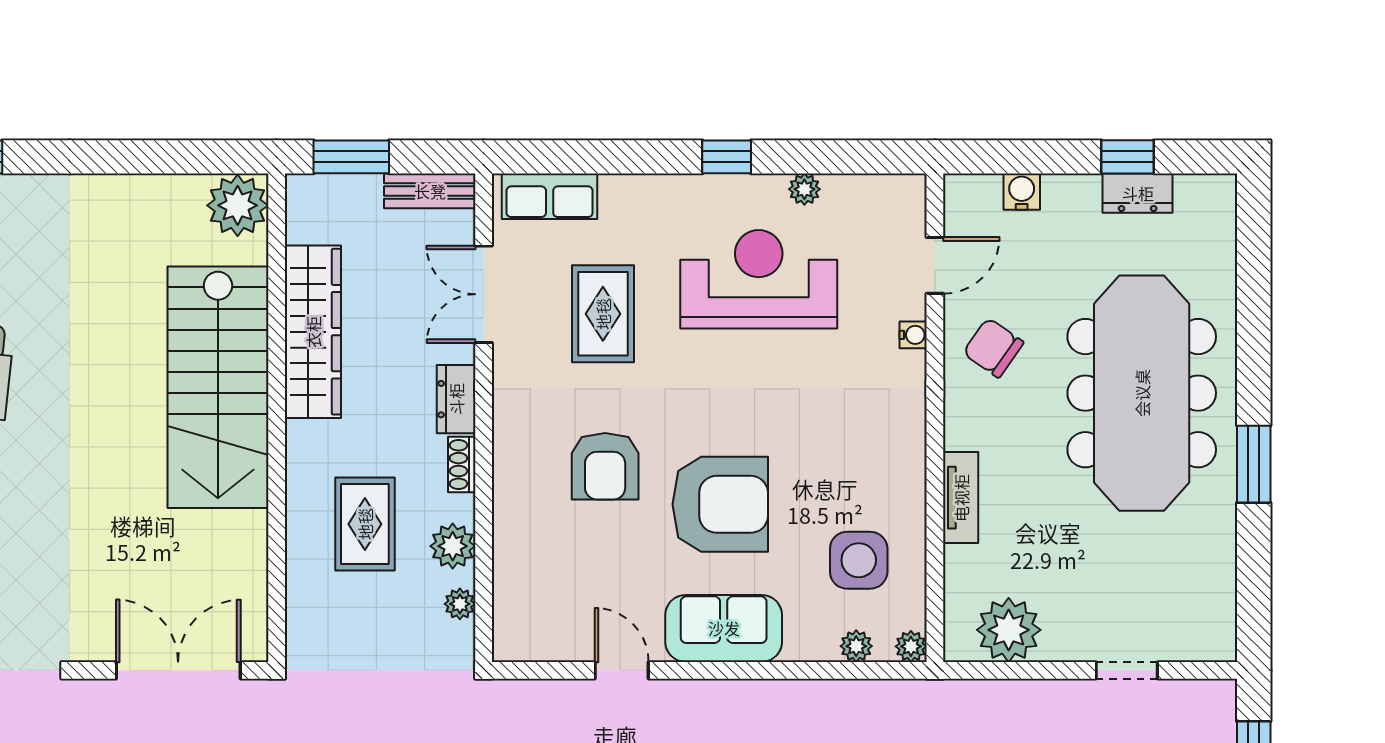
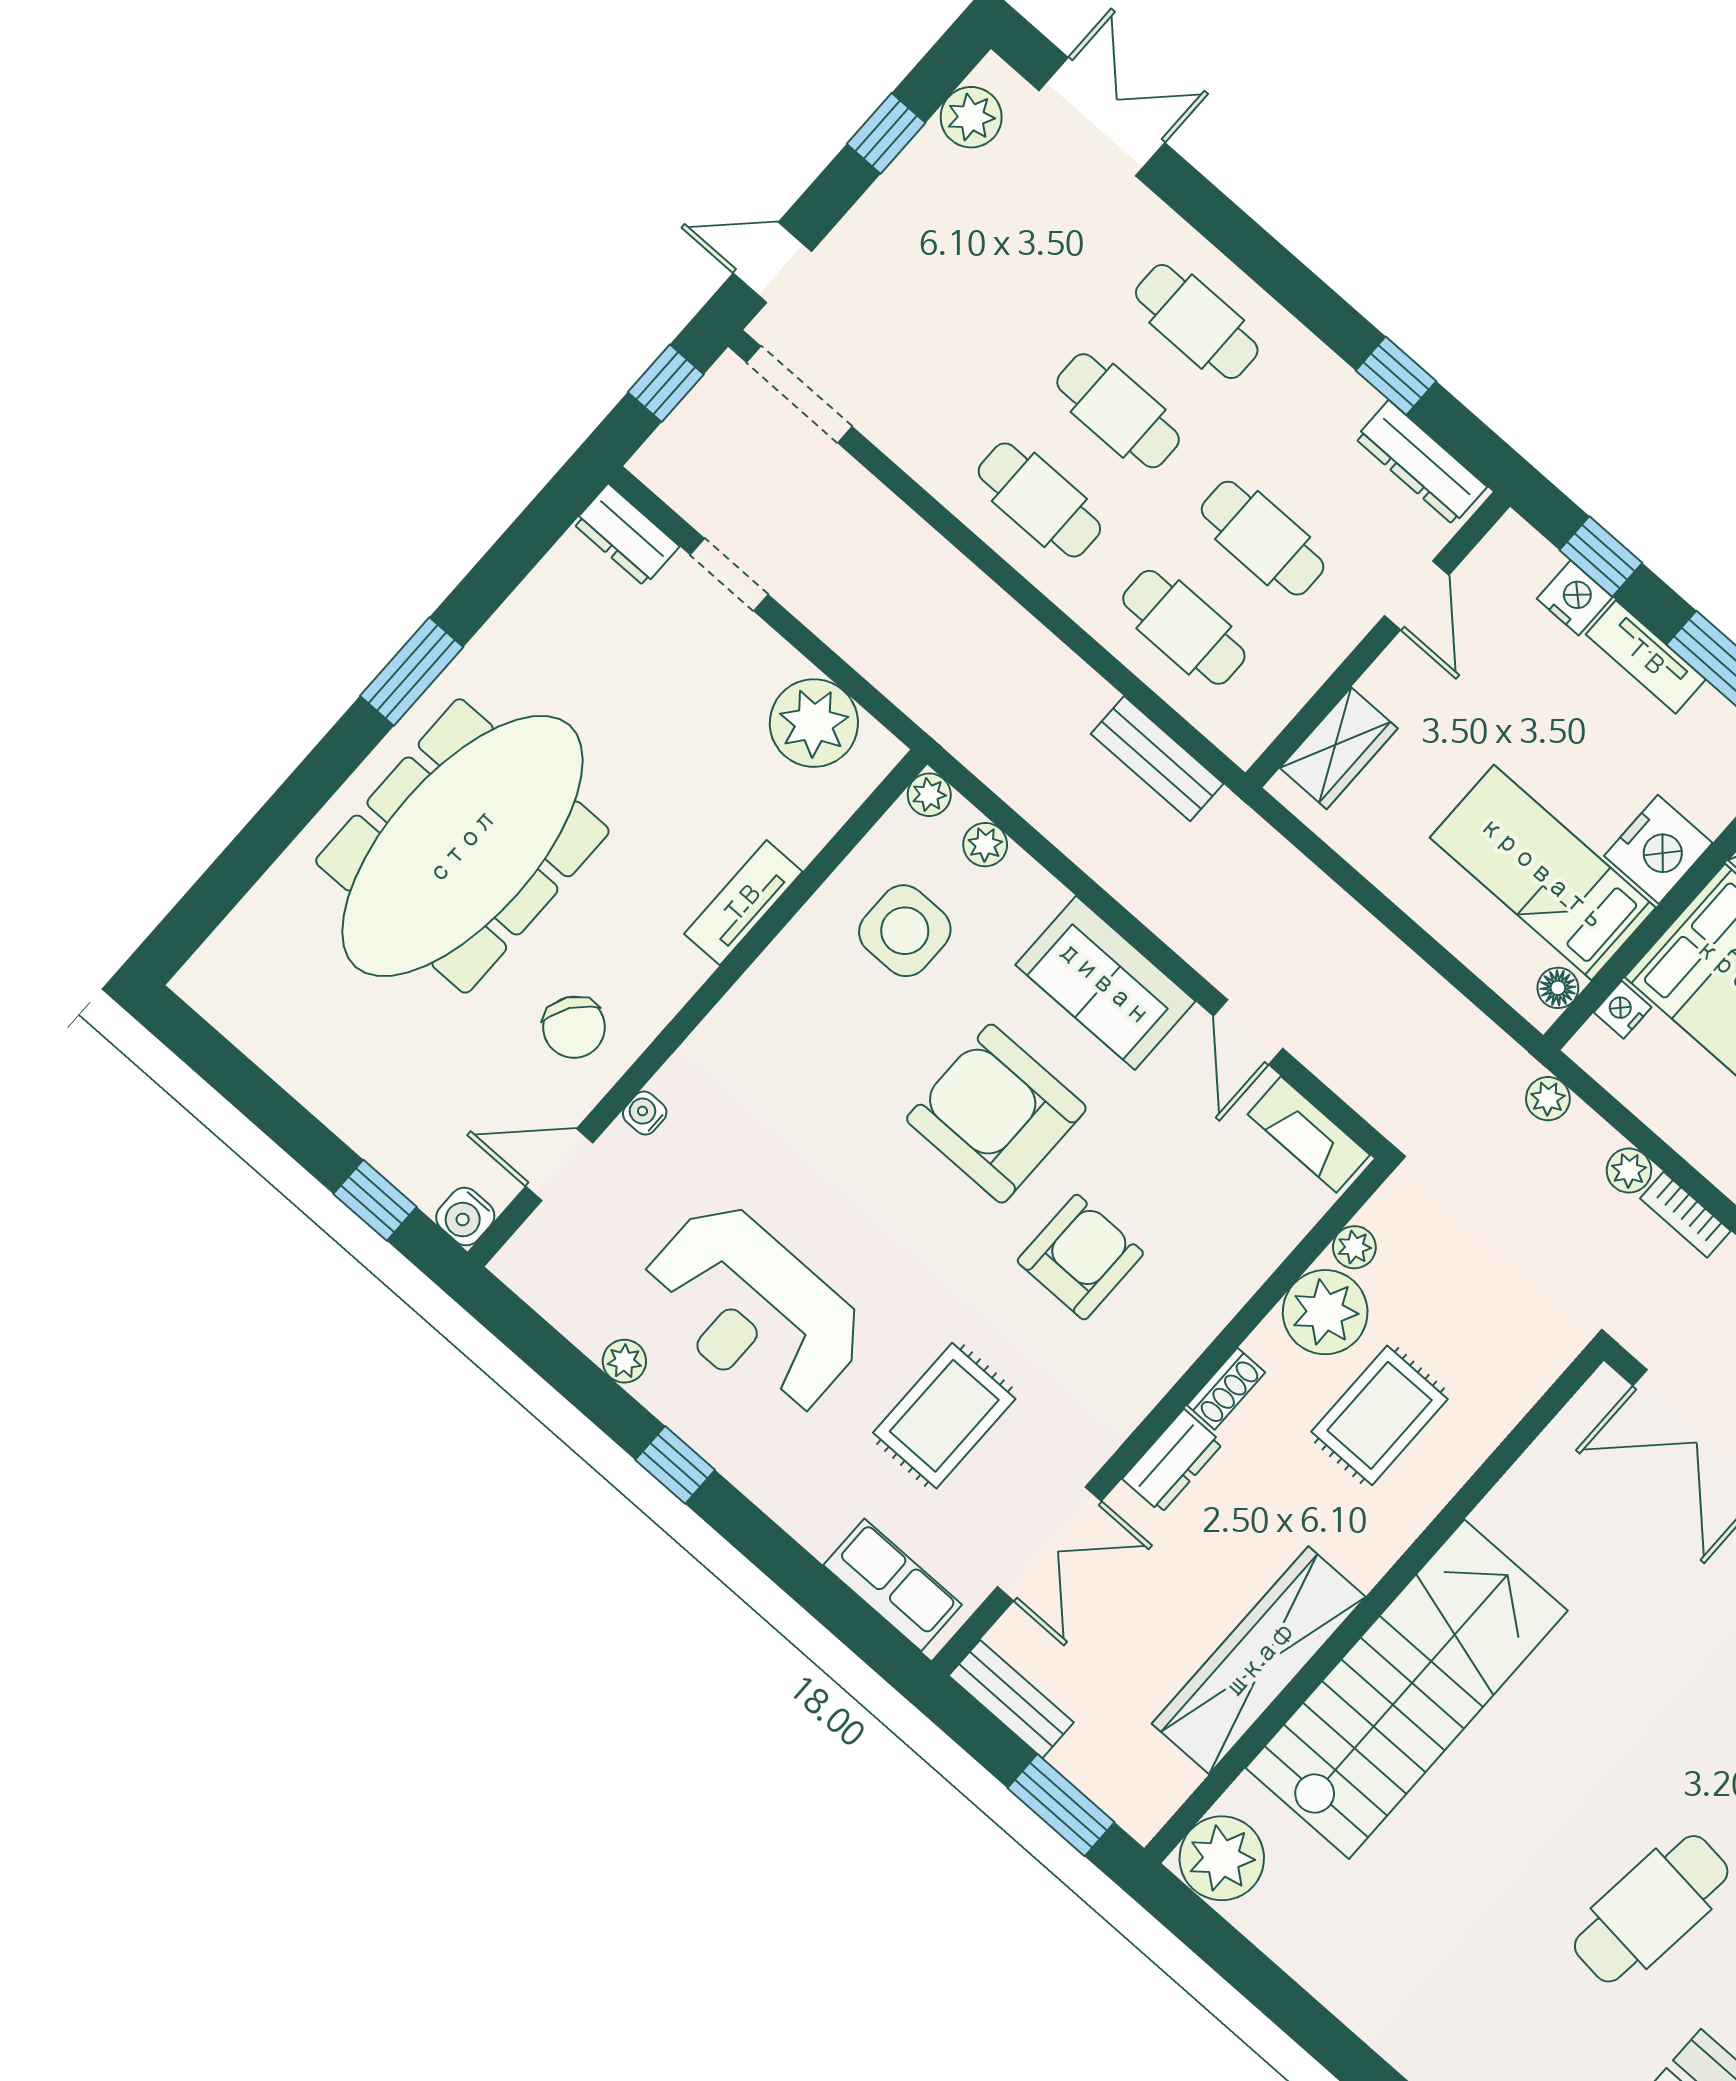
window: (1128, 157) -> (375, 1200), moved
water cooler: (1022, 192) -> (465, 1217), moved
dresser: (1138, 193) -> (626, 535), moved, turned 180
plant: (453, 546) -> (1325, 1312), width x1.36, depth x1.36
fireplace: (539, 644) -> (1309, 1135), added

